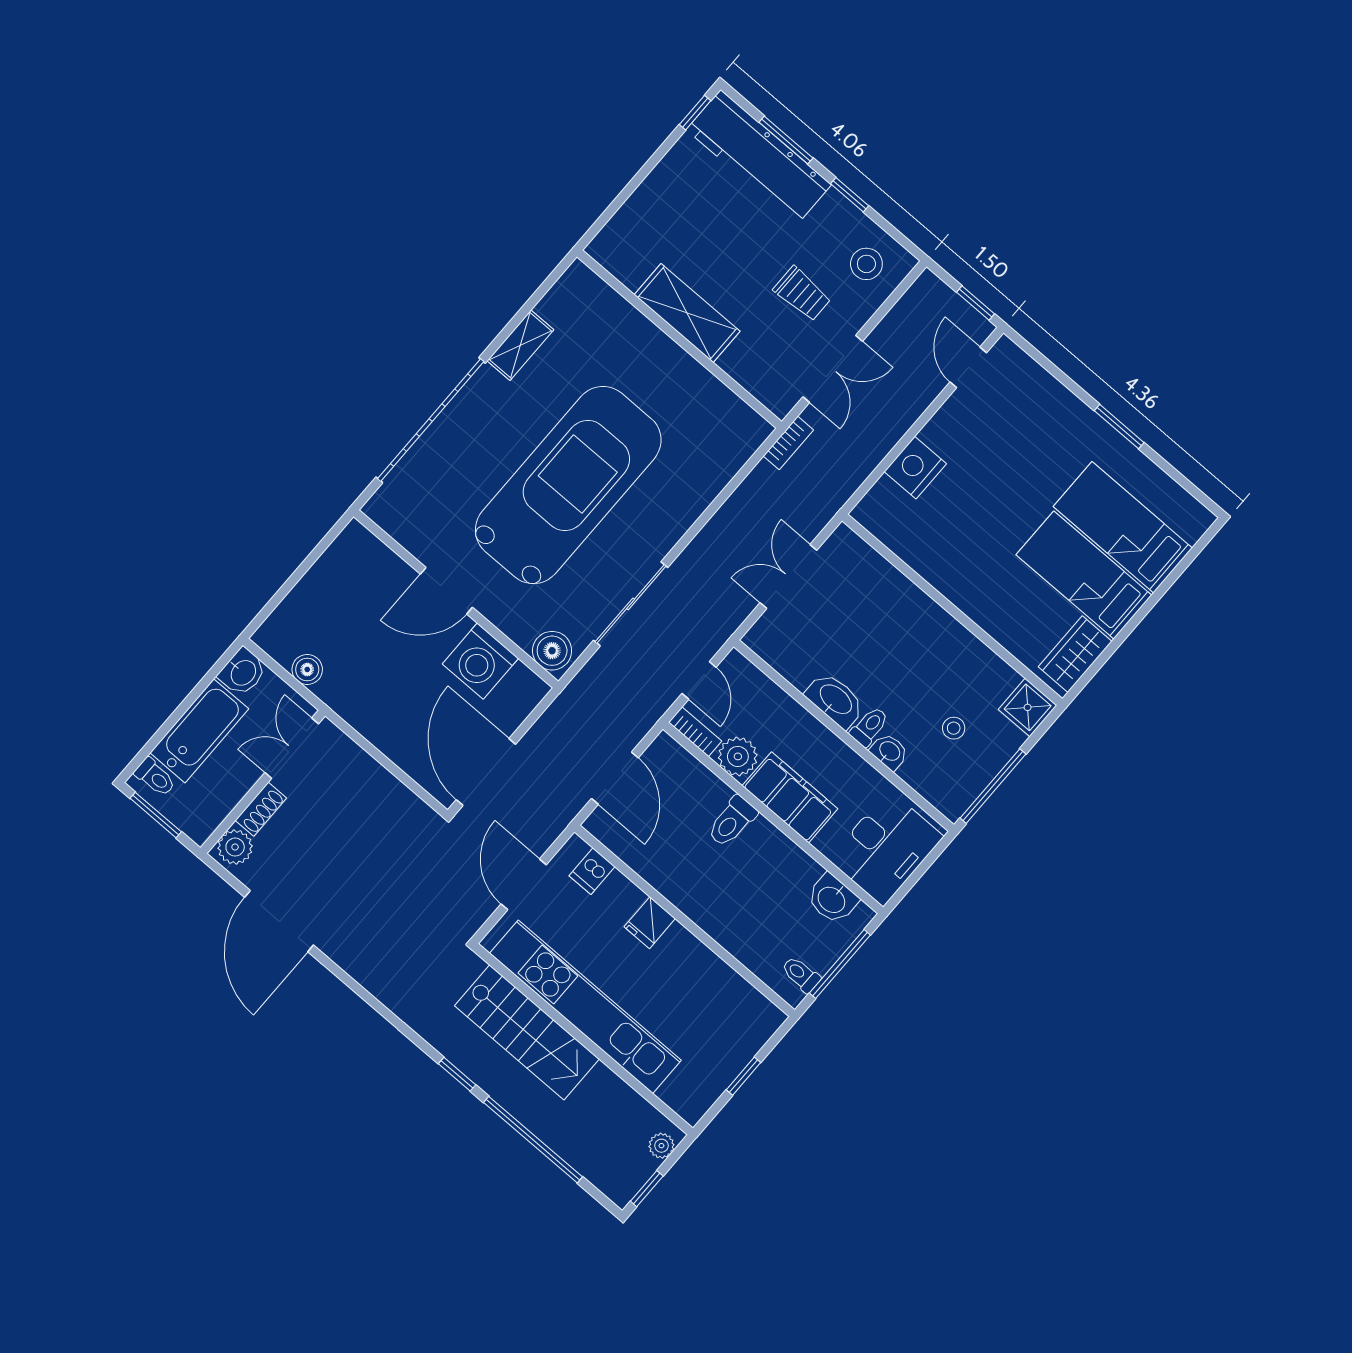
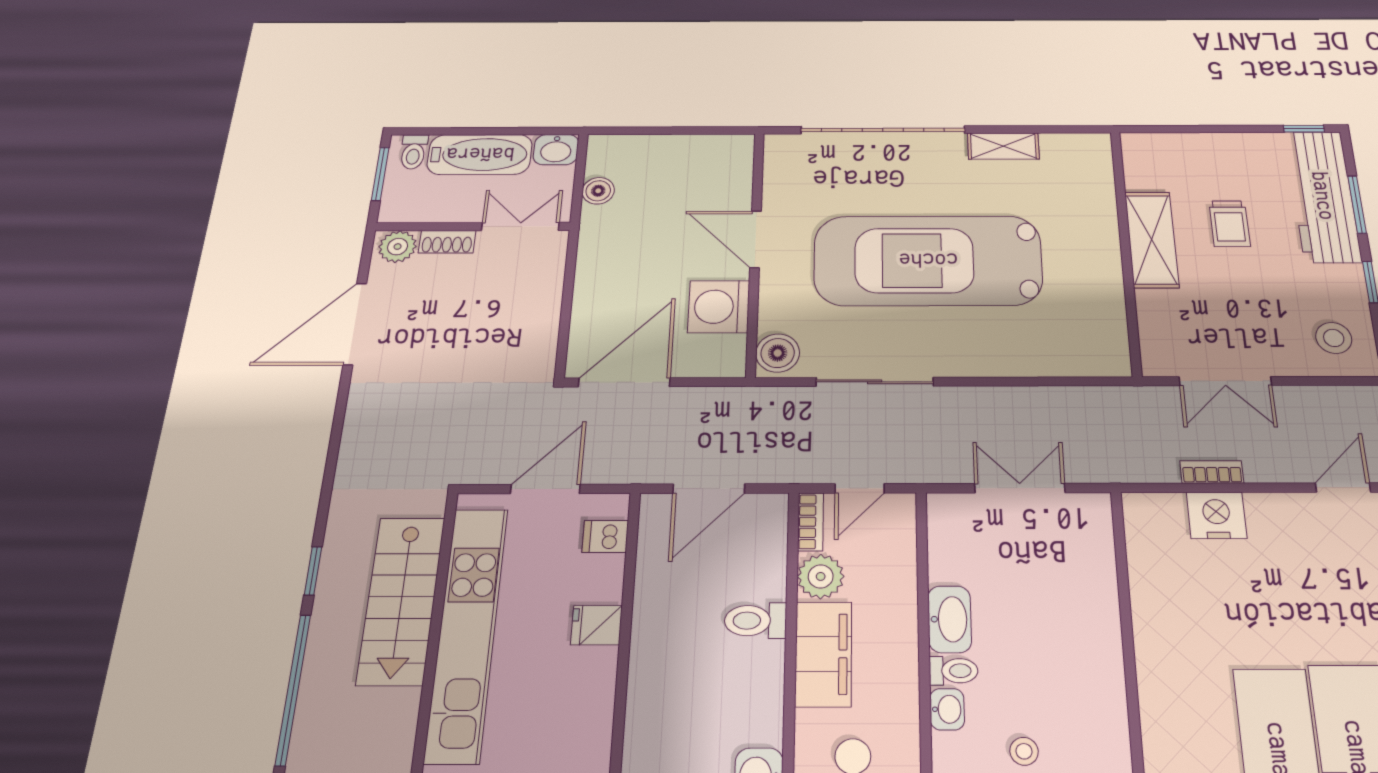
trolley: (802, 294) -> (1229, 224), moved
bookcase: (788, 443) -> (1212, 472), moved, turned 180
car: (568, 485) -> (928, 260), turned 180

